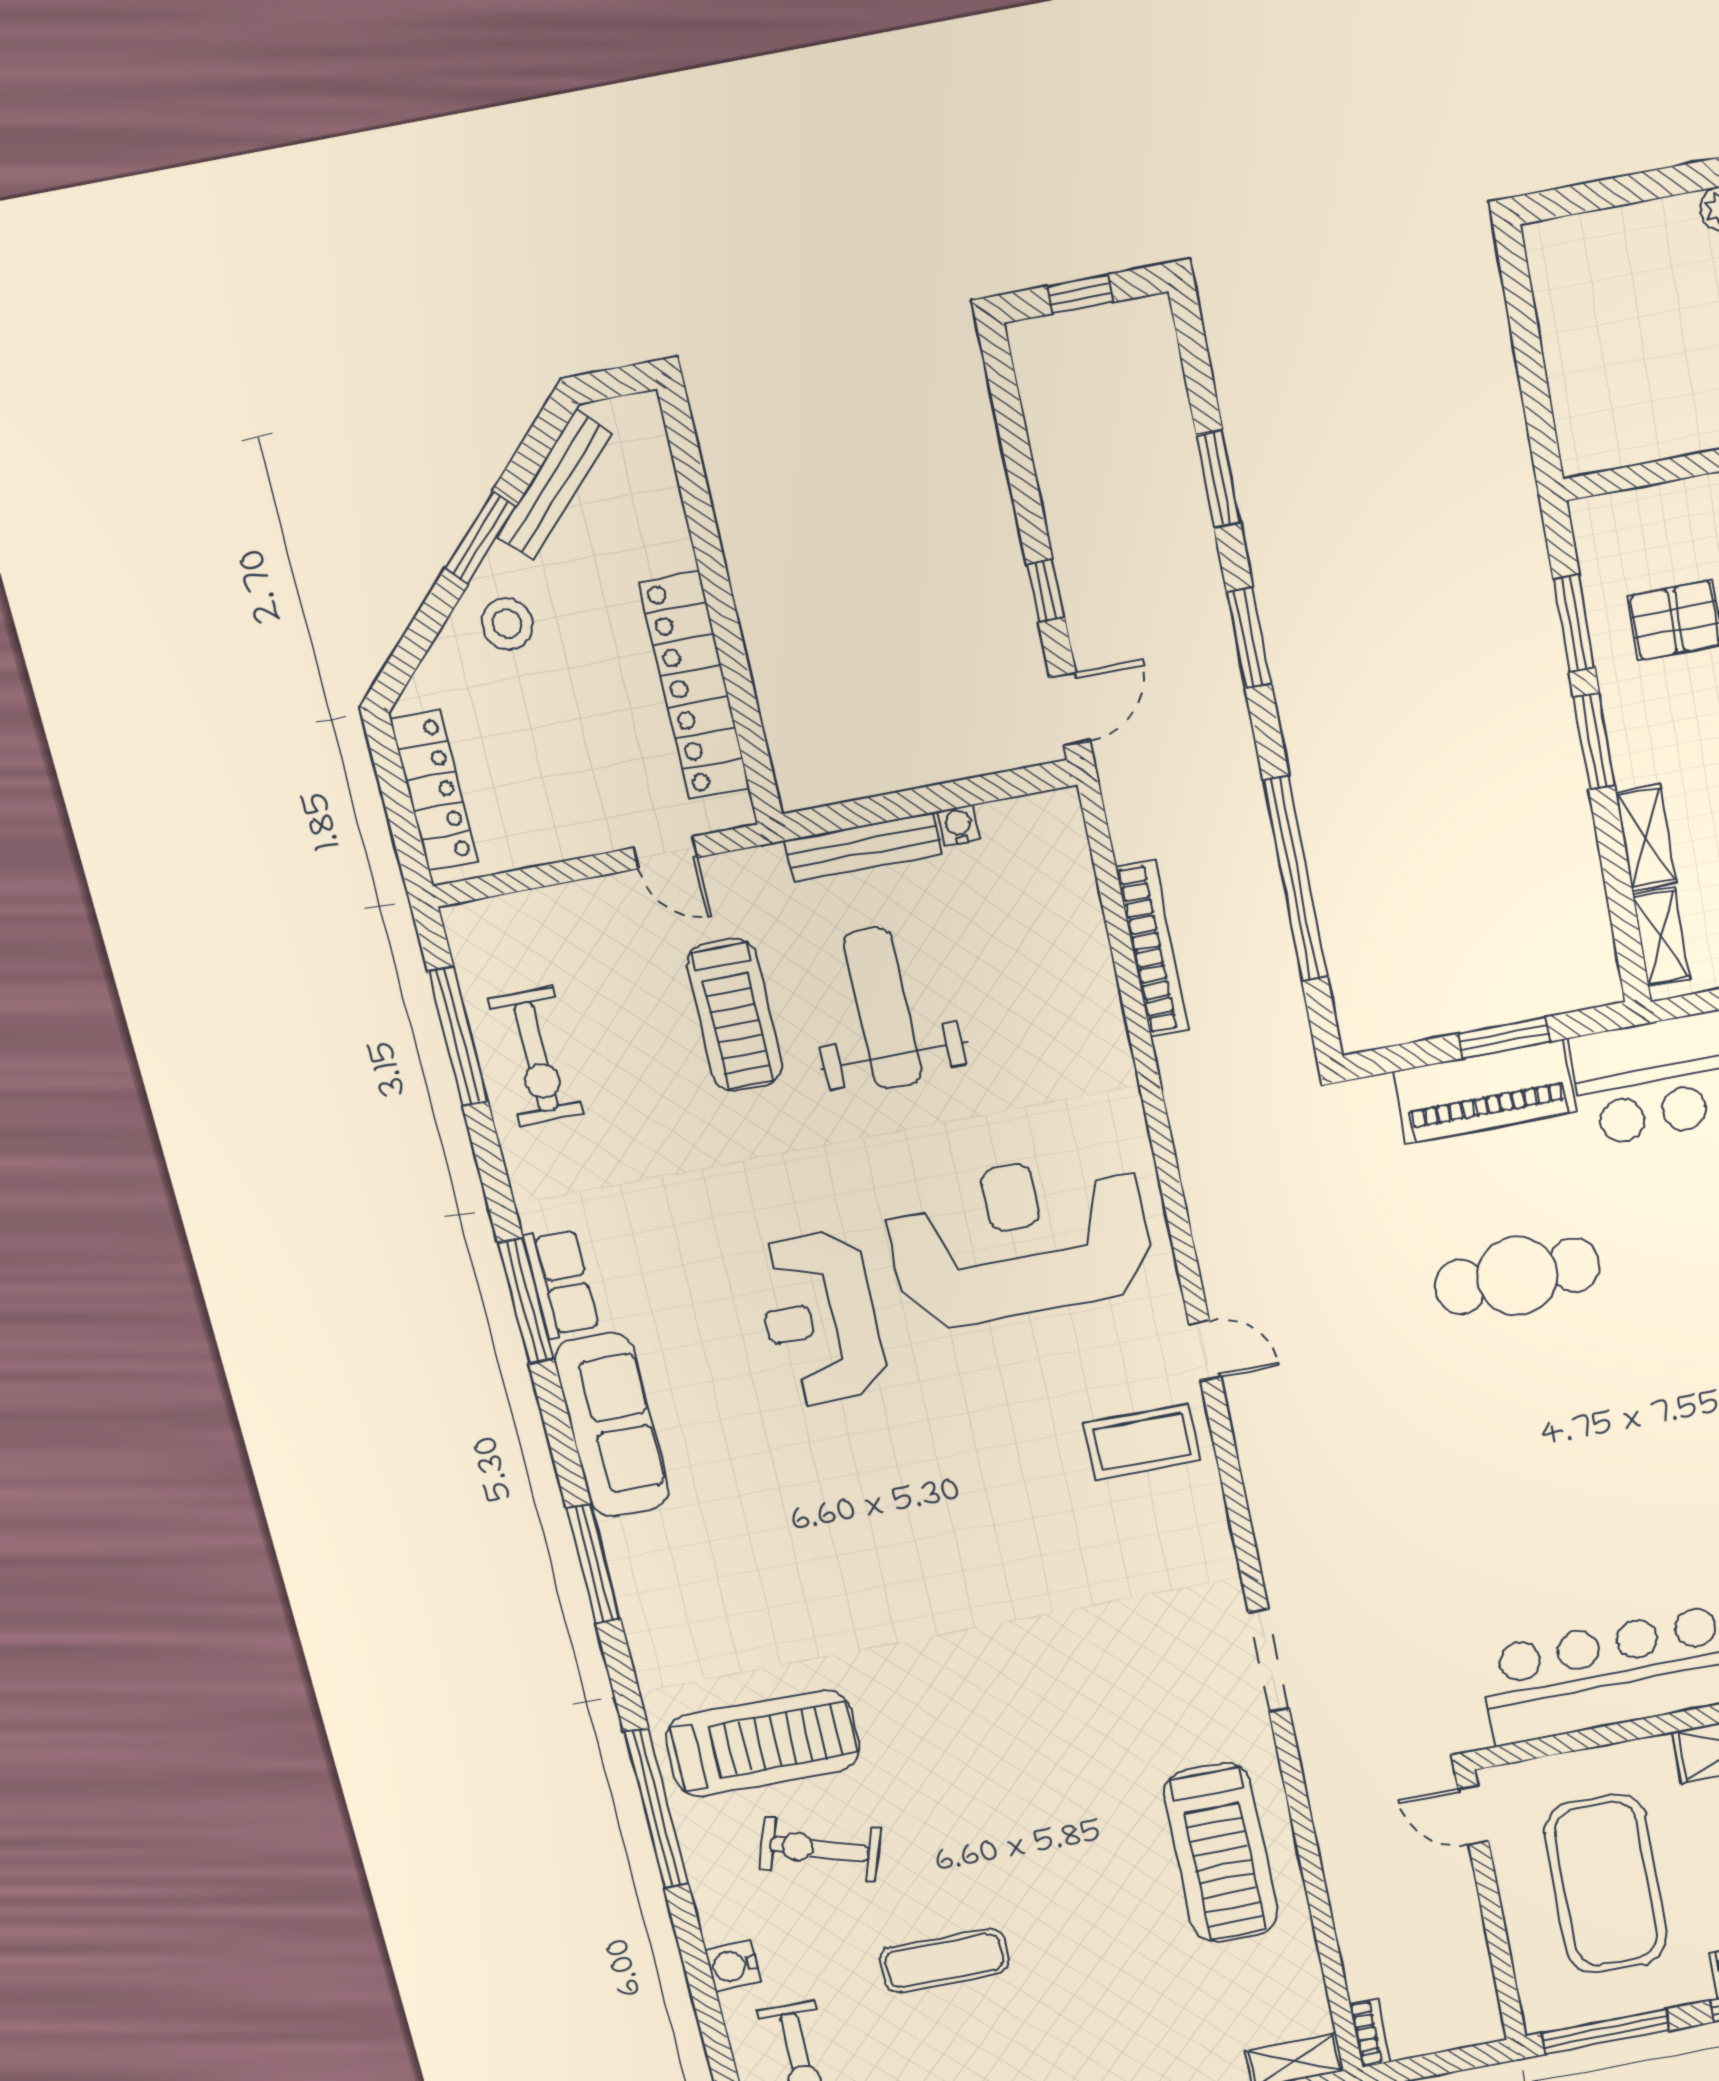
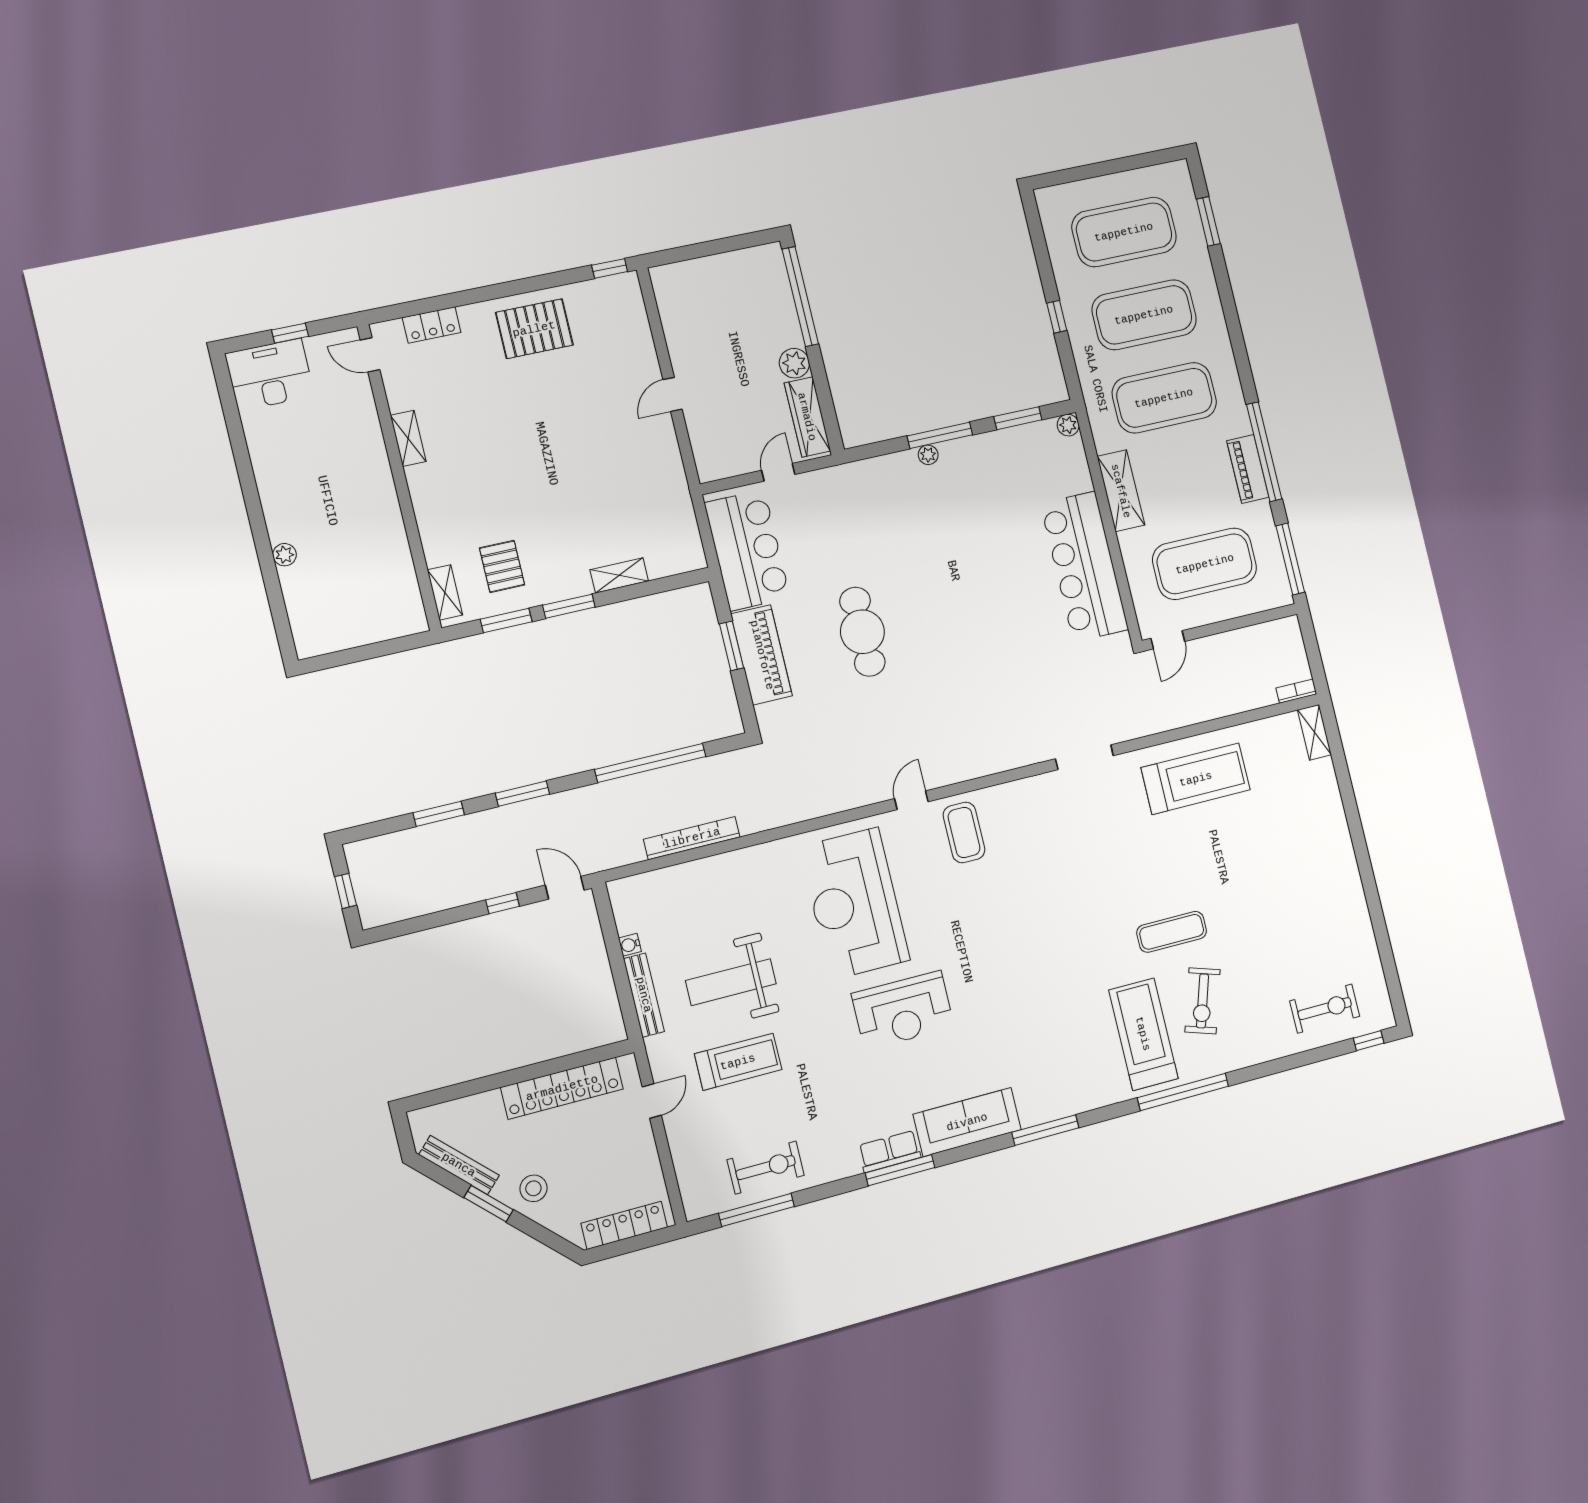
shelving: (1661, 937) -> (445, 592), moved, turned 90
exercise mat: (944, 1961) -> (1172, 932), moved, turned 90
water cooler: (733, 1966) -> (1272, 1047), removed

